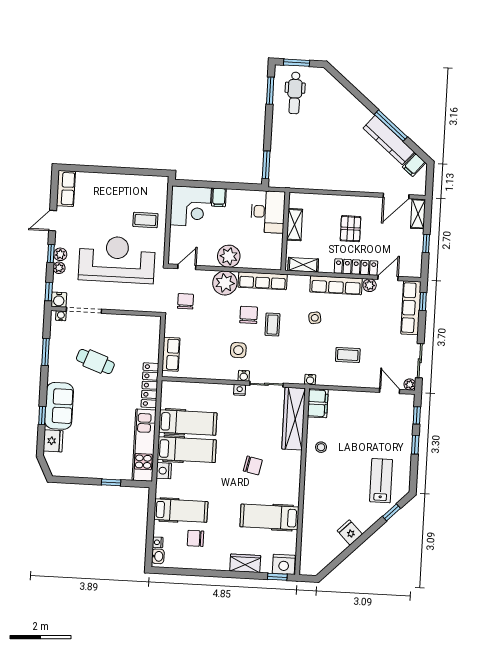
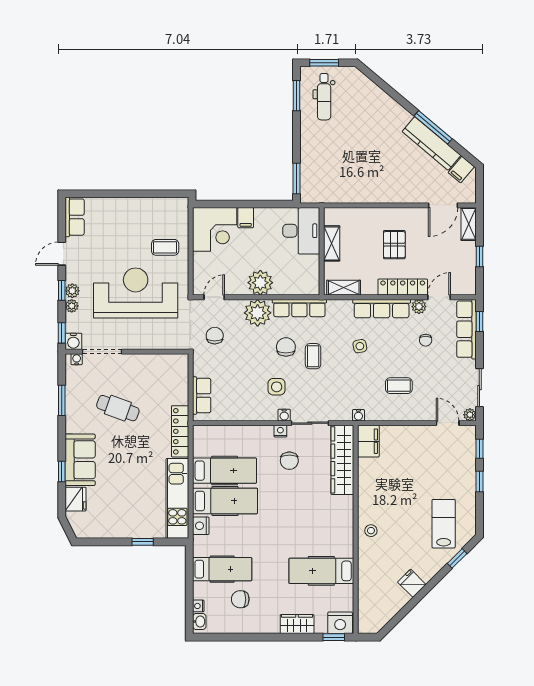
chair: (374, 316) -> (426, 340), added
stool: (321, 447) -> (371, 531), moved
chair: (253, 465) -> (289, 461), moved, turned 78

